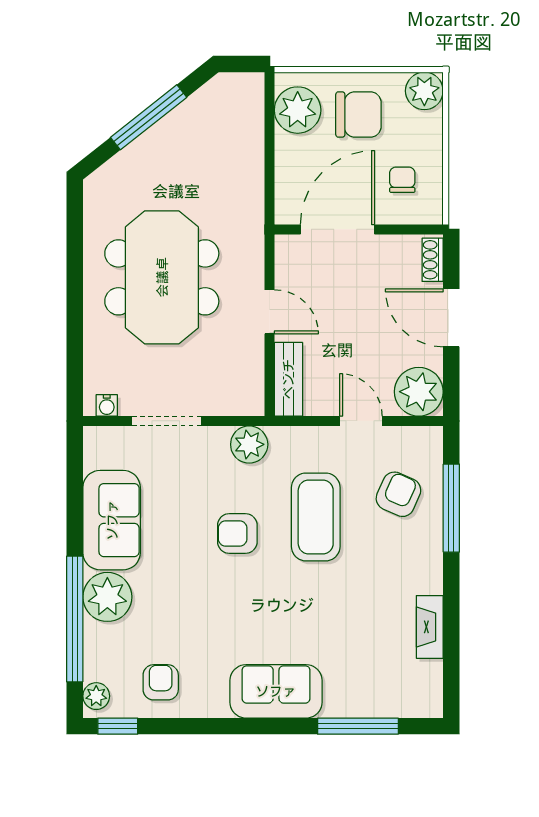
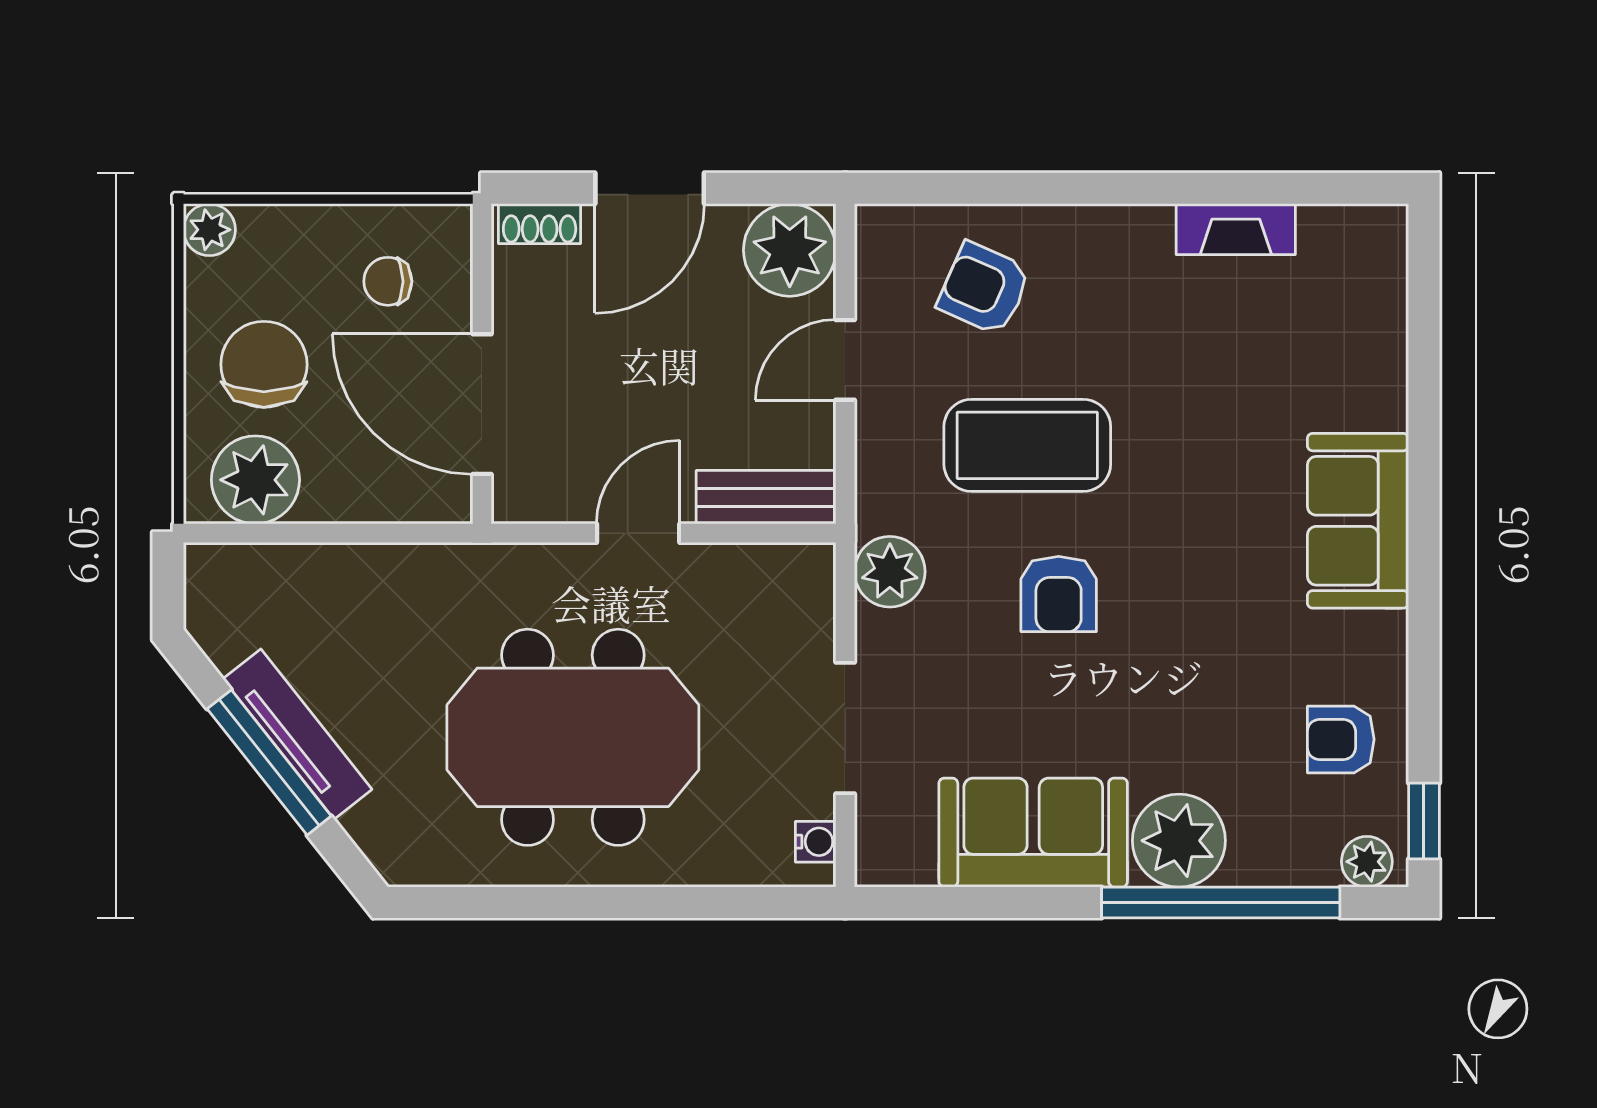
plant: (424, 91) -> (209, 230), width x0.73, depth x0.73
tv unit: (163, 132) -> (297, 734), added
window: (451, 508) -> (1010, 188), removed
window: (358, 726) -> (1424, 365), removed

